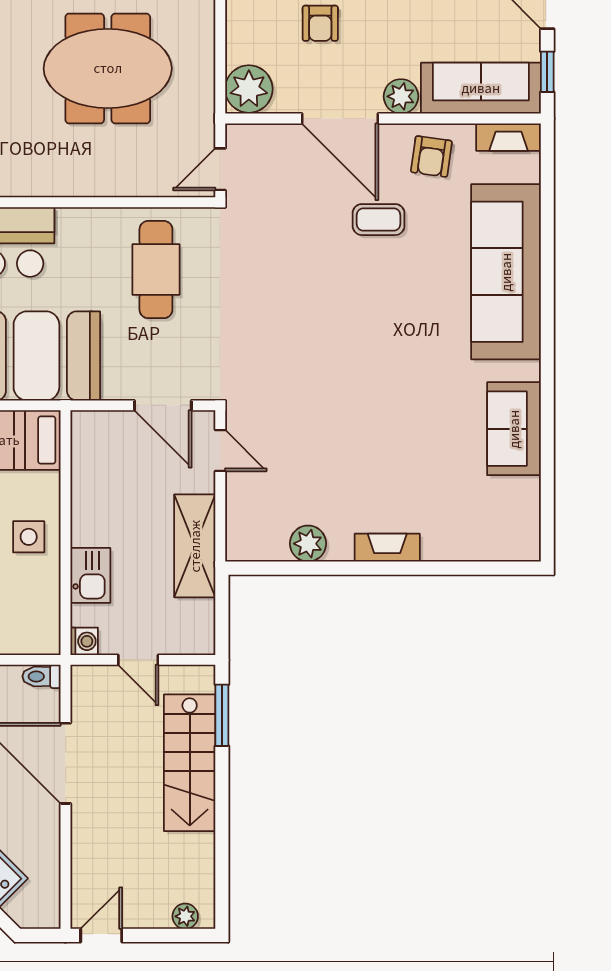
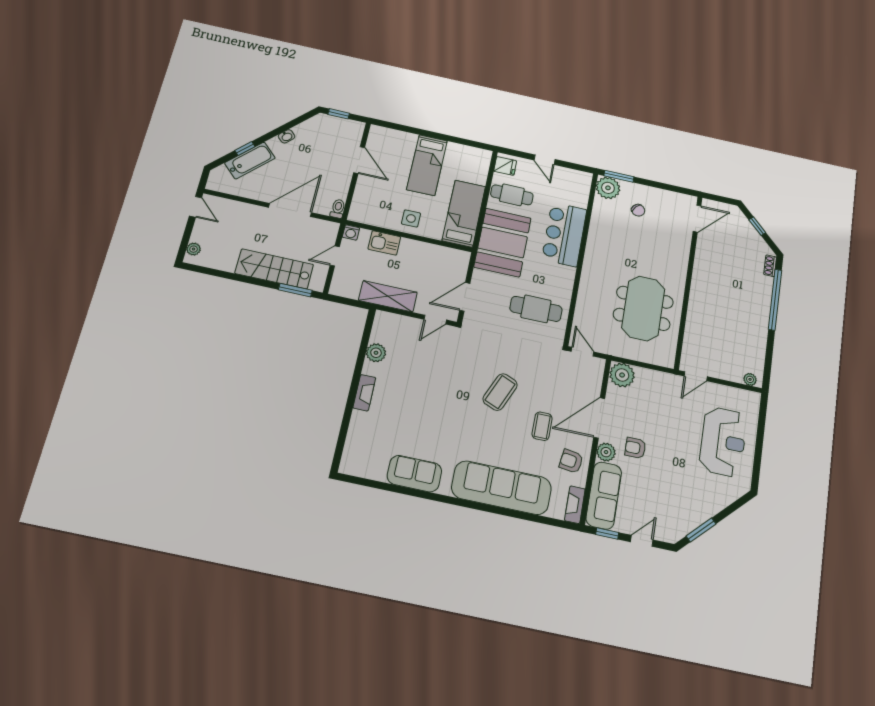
armchair: (320, 23) -> (635, 448), moved
coffee table: (332, 306) -> (500, 392), added

